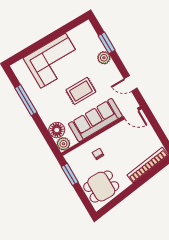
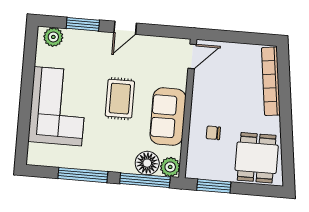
plant: (104, 58) -> (53, 37), moved
door: (131, 83) -> (125, 28), moved
sofa: (95, 120) -> (168, 117), width x0.73
window: (47, 135) -> (145, 180), added

